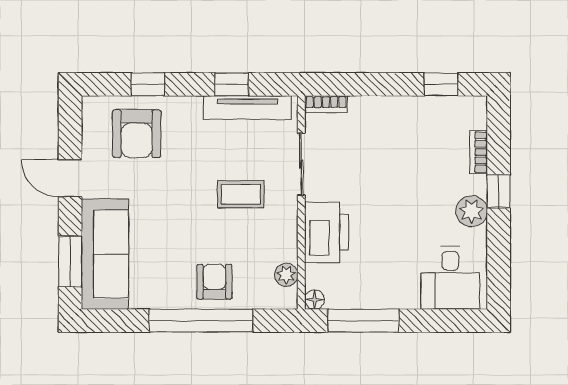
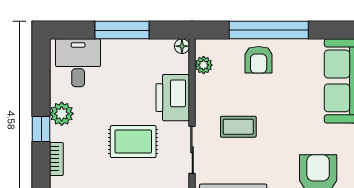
rug: (378, 175) -> (133, 142), added
window: (363, 321) -> (122, 30), moved

